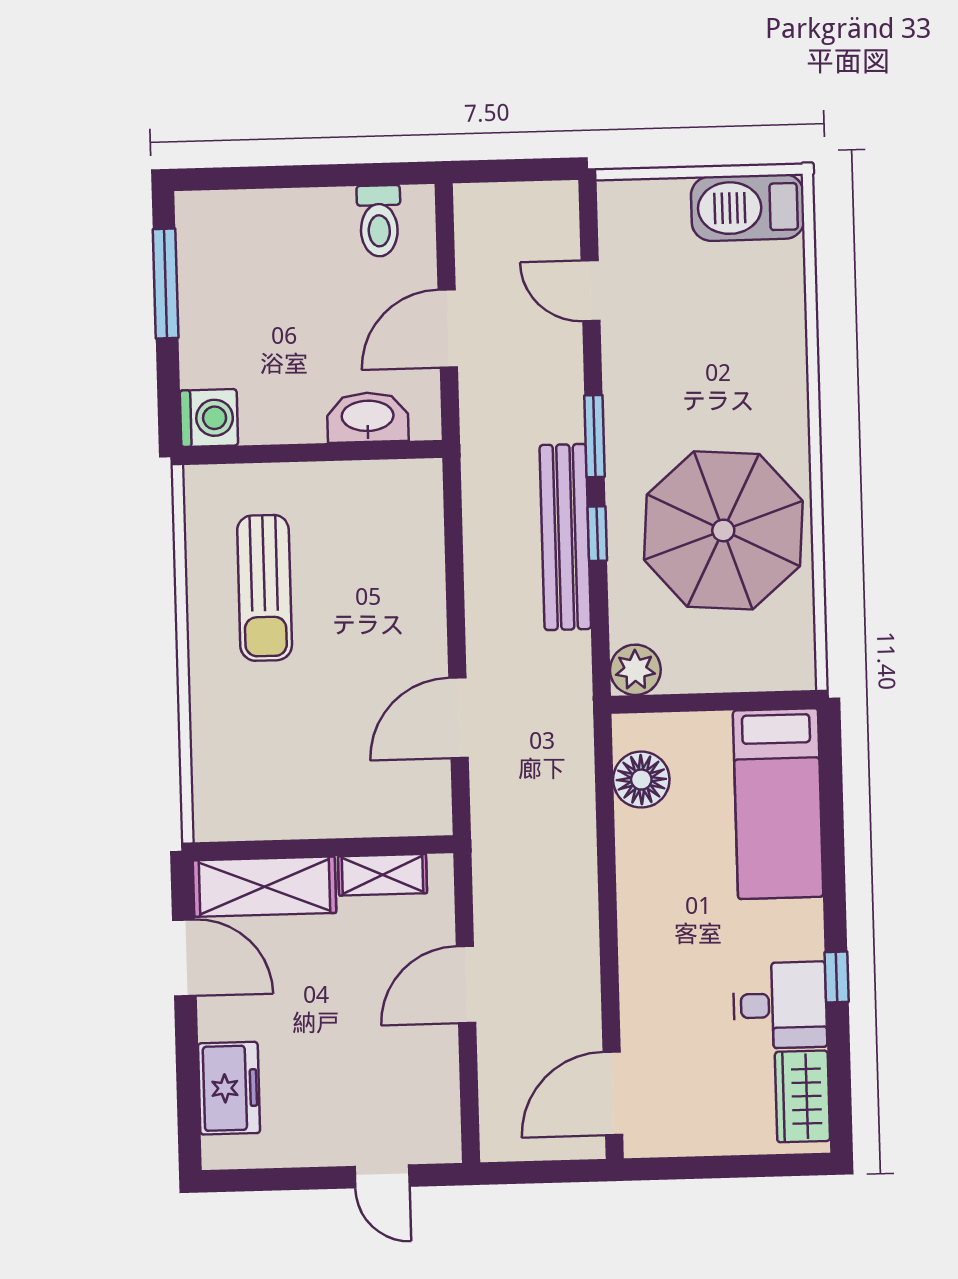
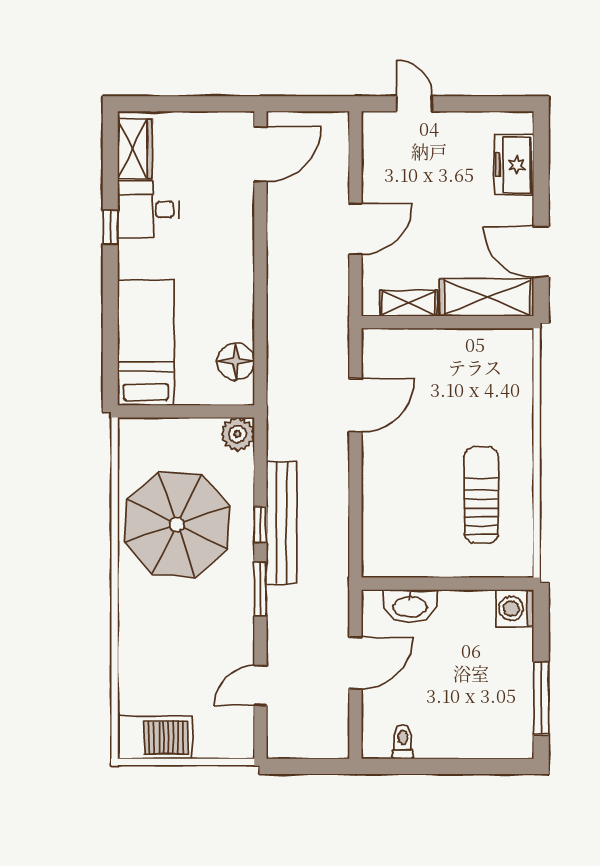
toilet: (379, 221) -> (403, 742), width x0.73, depth x0.72
door: (590, 291) -> (260, 685), swing flipped

